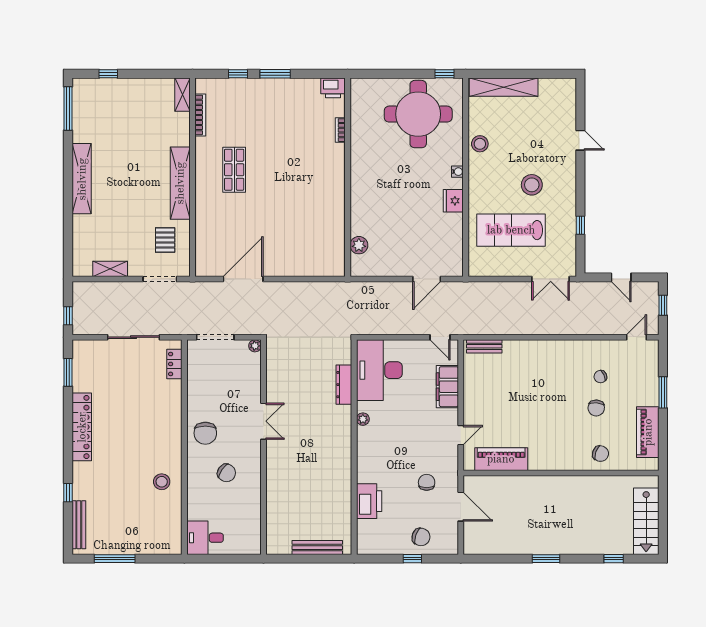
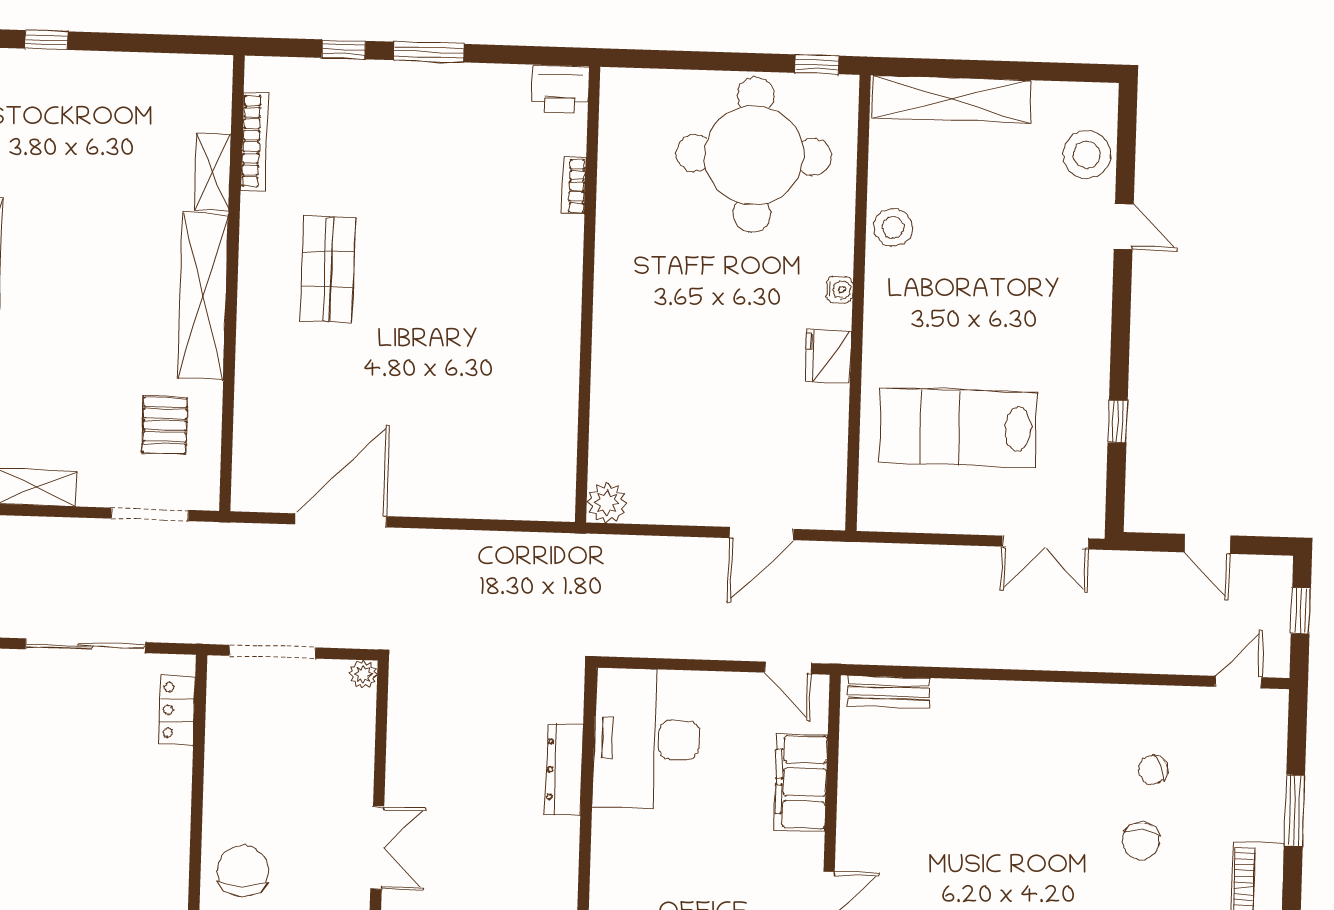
shelving: (182, 95) -> (212, 172), moved
stool: (532, 185) -> (1087, 155), moved
plant: (359, 245) -> (607, 503), moved
plant: (363, 419) -> (605, 850), removed
chair: (205, 433) -> (243, 871), turned 180

